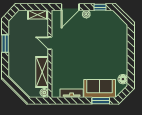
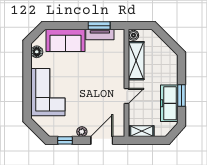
freezer: (15, 37) -> (169, 103), added
door: (50, 43) -> (127, 96), hinge flipped
corner sofa: (114, 46) -> (48, 92), added
window: (101, 101) -> (99, 26), moved

